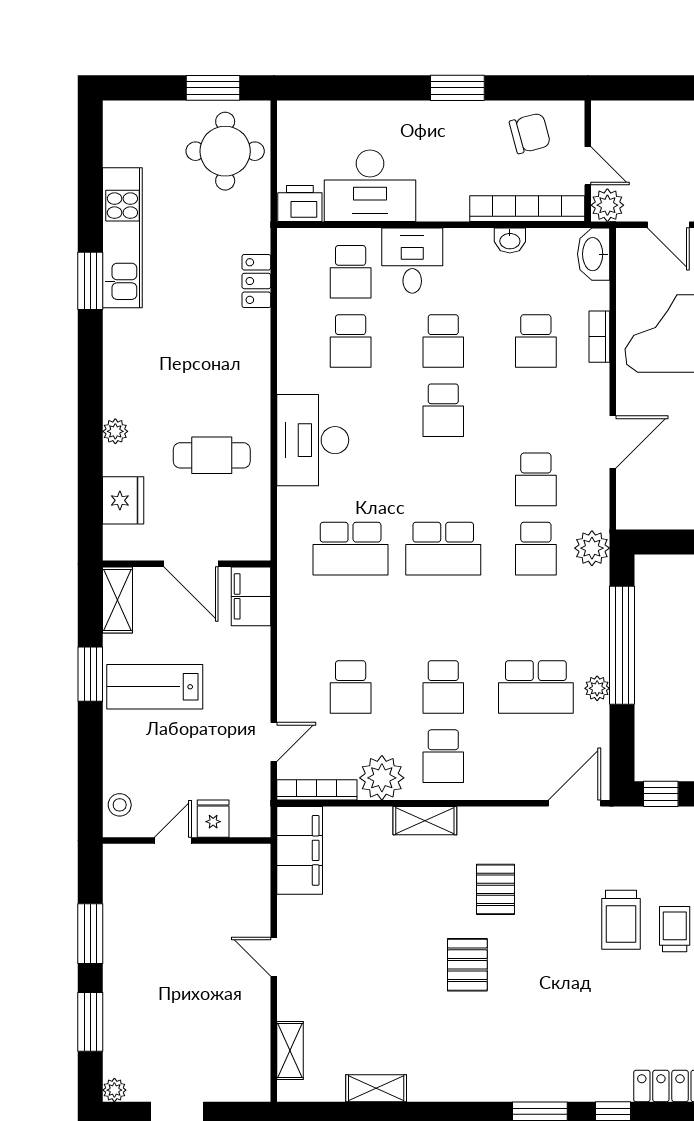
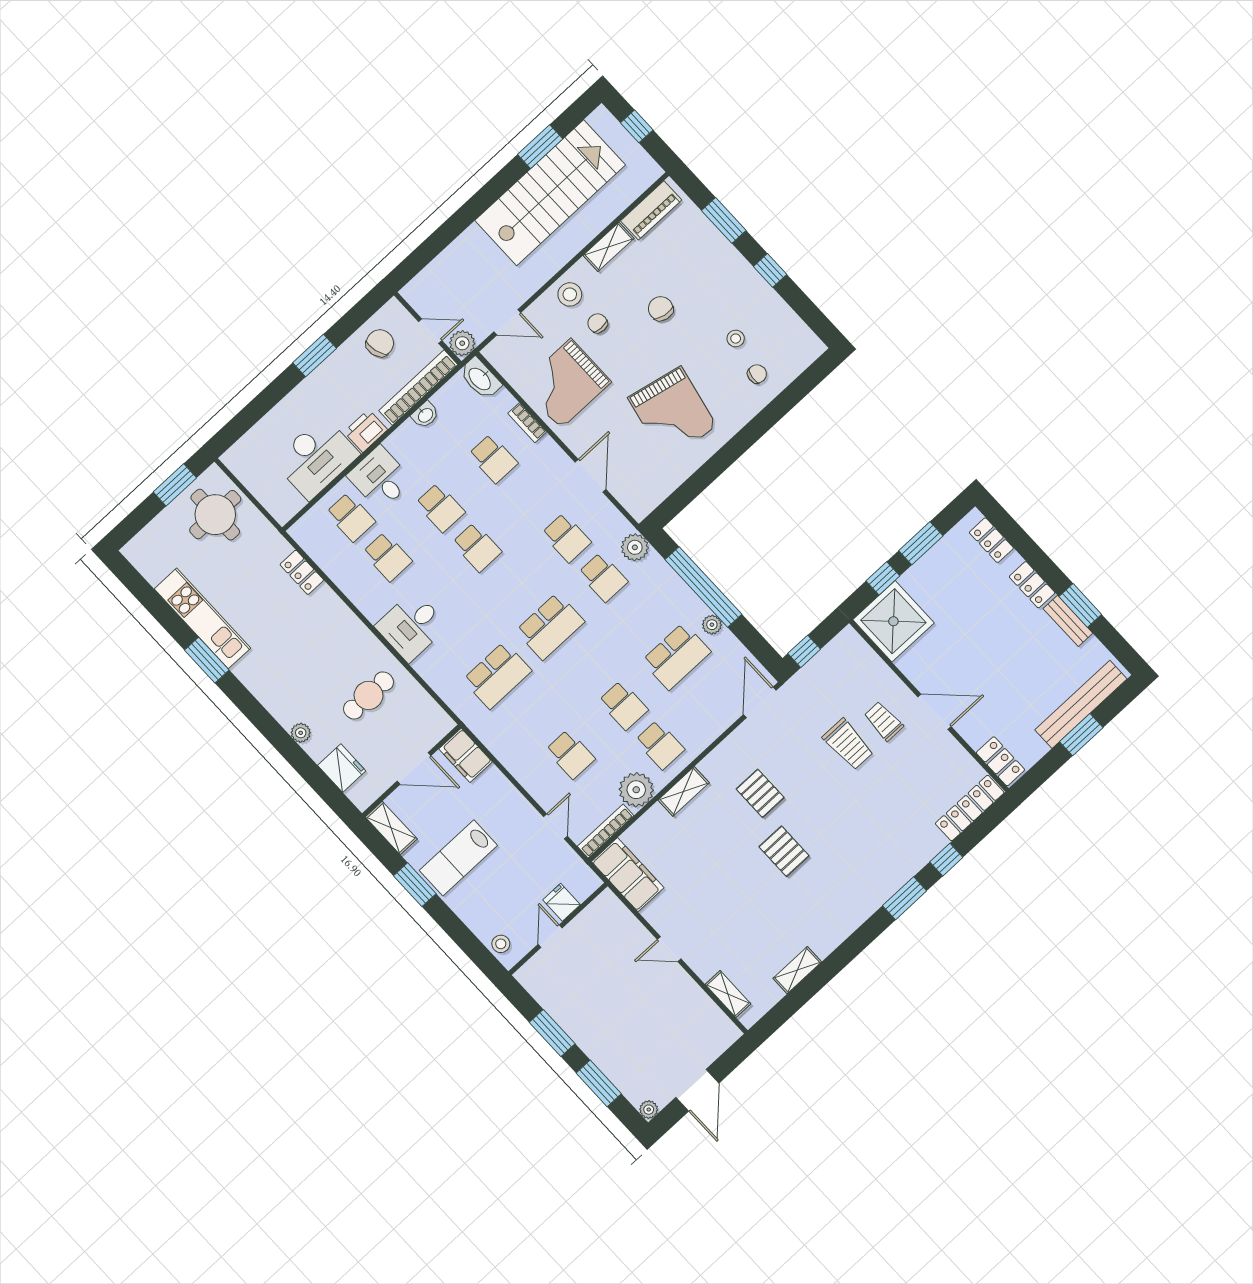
printer: (300, 204) -> (366, 431), moved
desk: (313, 440) -> (412, 626), width x0.73

